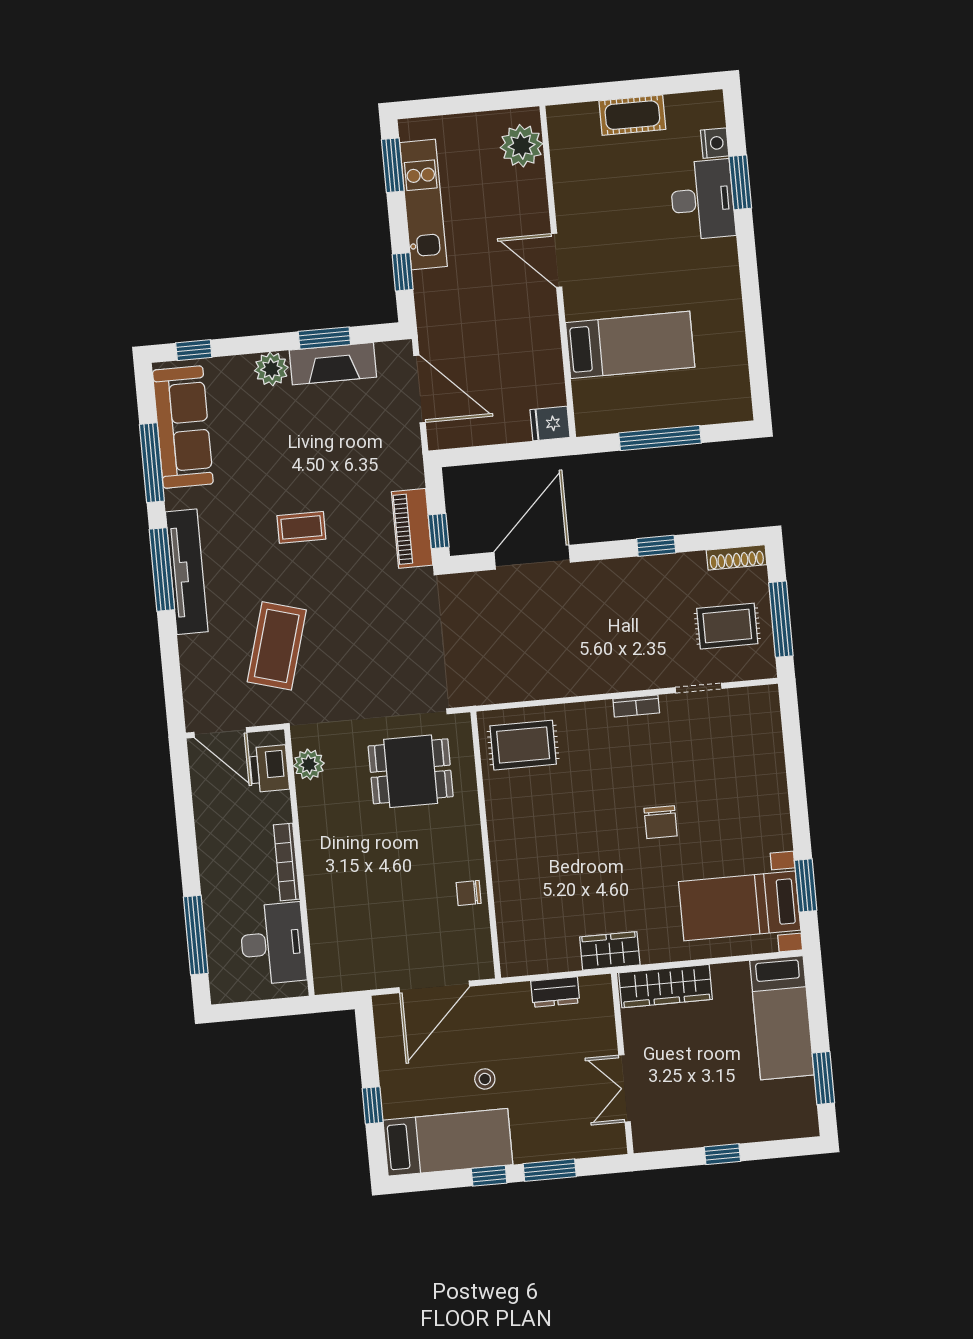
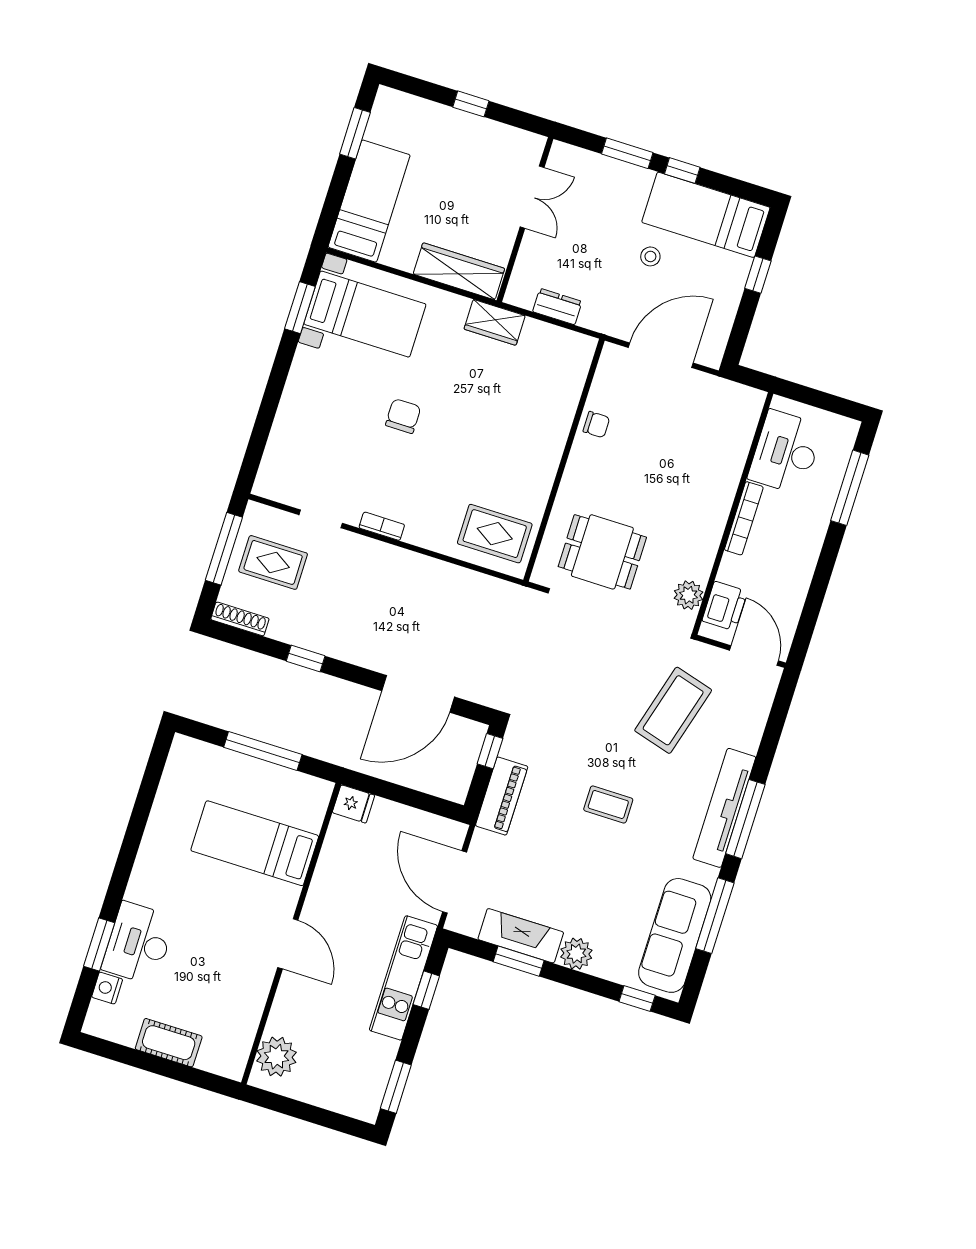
kitchen unit: (423, 204) -> (403, 978), moved
piano: (412, 528) -> (502, 796), moved

